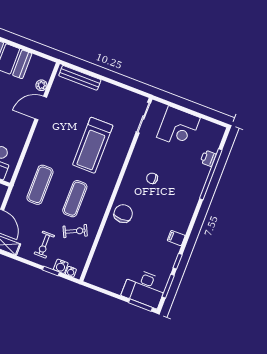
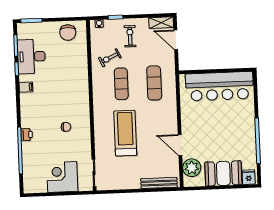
plant: (41, 85) -> (192, 168), width x1.88, depth x1.88
door: (41, 108) -> (180, 145), swing flipped
printer: (208, 158) -> (27, 135), moved
chair: (123, 214) -> (68, 33), moved
water cooler: (61, 266) -> (109, 24), removed
desk: (144, 288) -> (31, 57), moved, turned -90

